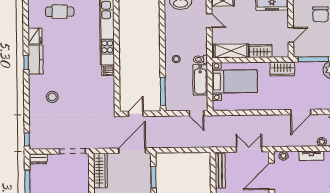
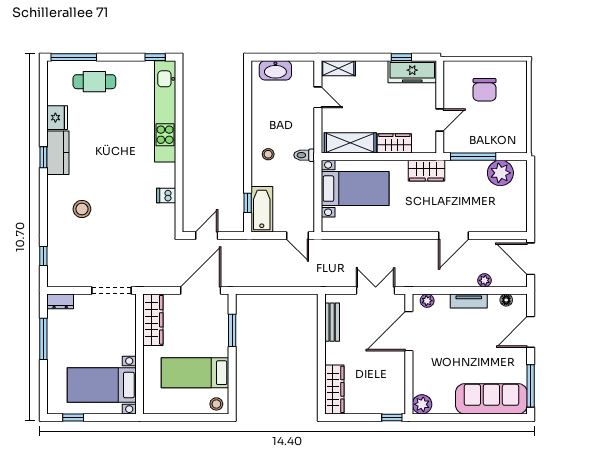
dishwasher: (108, 71) -> (166, 195), moved
bathtub: (200, 80) -> (262, 209), moved, turned 180
window: (163, 92) -> (248, 203), width x0.46
window: (27, 139) -> (43, 256), moved
bench: (220, 171) -> (332, 322), width x0.73

